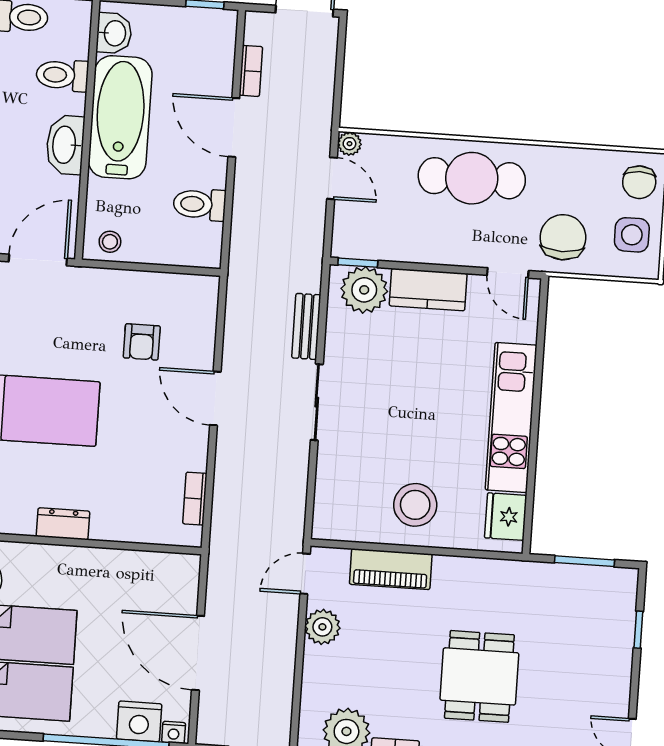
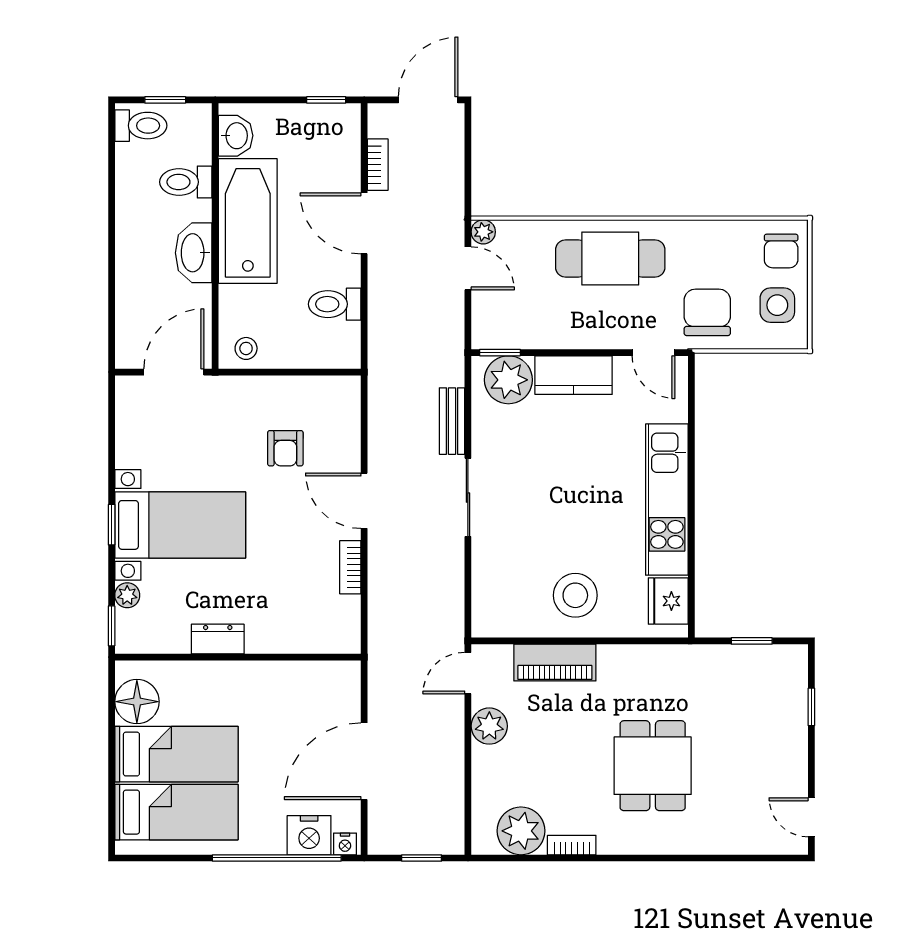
bookcase: (195, 499) -> (350, 567), moved
window: (584, 561) -> (752, 641), width x0.67
door: (198, 653) -> (364, 761), hinge flipped

